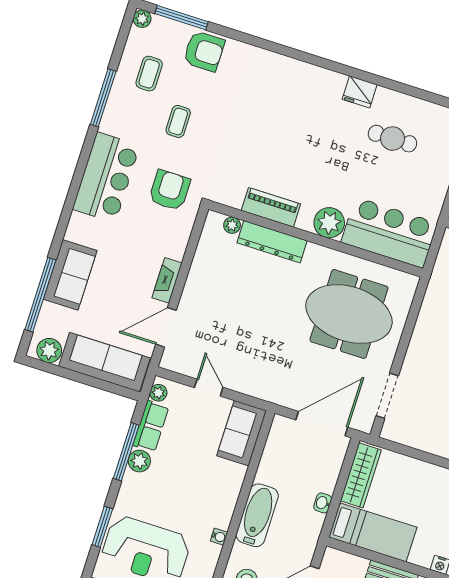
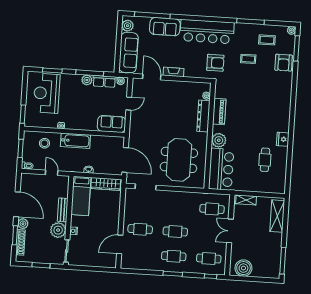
bar counter: (106, 177) -> (207, 32), width x1.36

